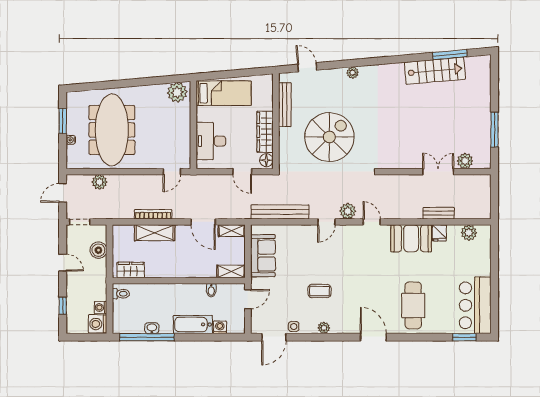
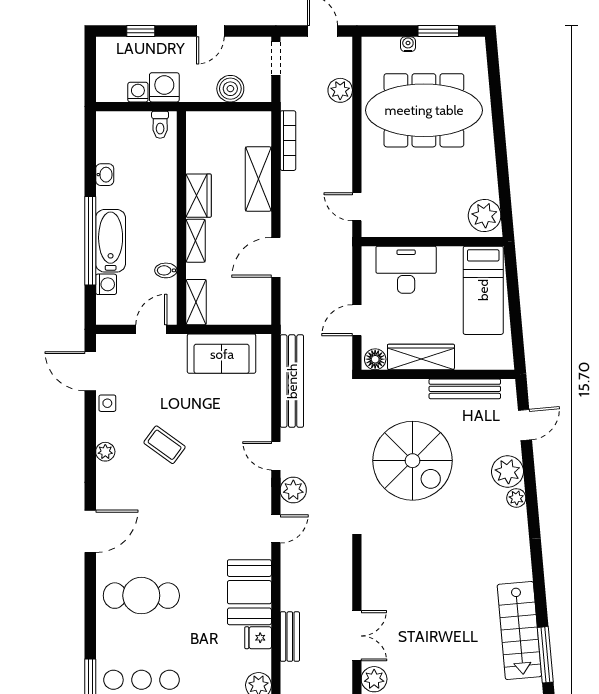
plant: (336, 78) -> (507, 472), added
bookcase: (153, 214) -> (288, 141), moved
shelving: (232, 231) -> (195, 241), moved
wardrobe: (131, 270) -> (198, 196), moved
coffee table: (320, 291) -> (165, 445), turned -54
door: (248, 299) -> (151, 329), swing flipped
washing machine: (98, 324) -> (164, 87), moved
window: (147, 337) -> (90, 241), moved

